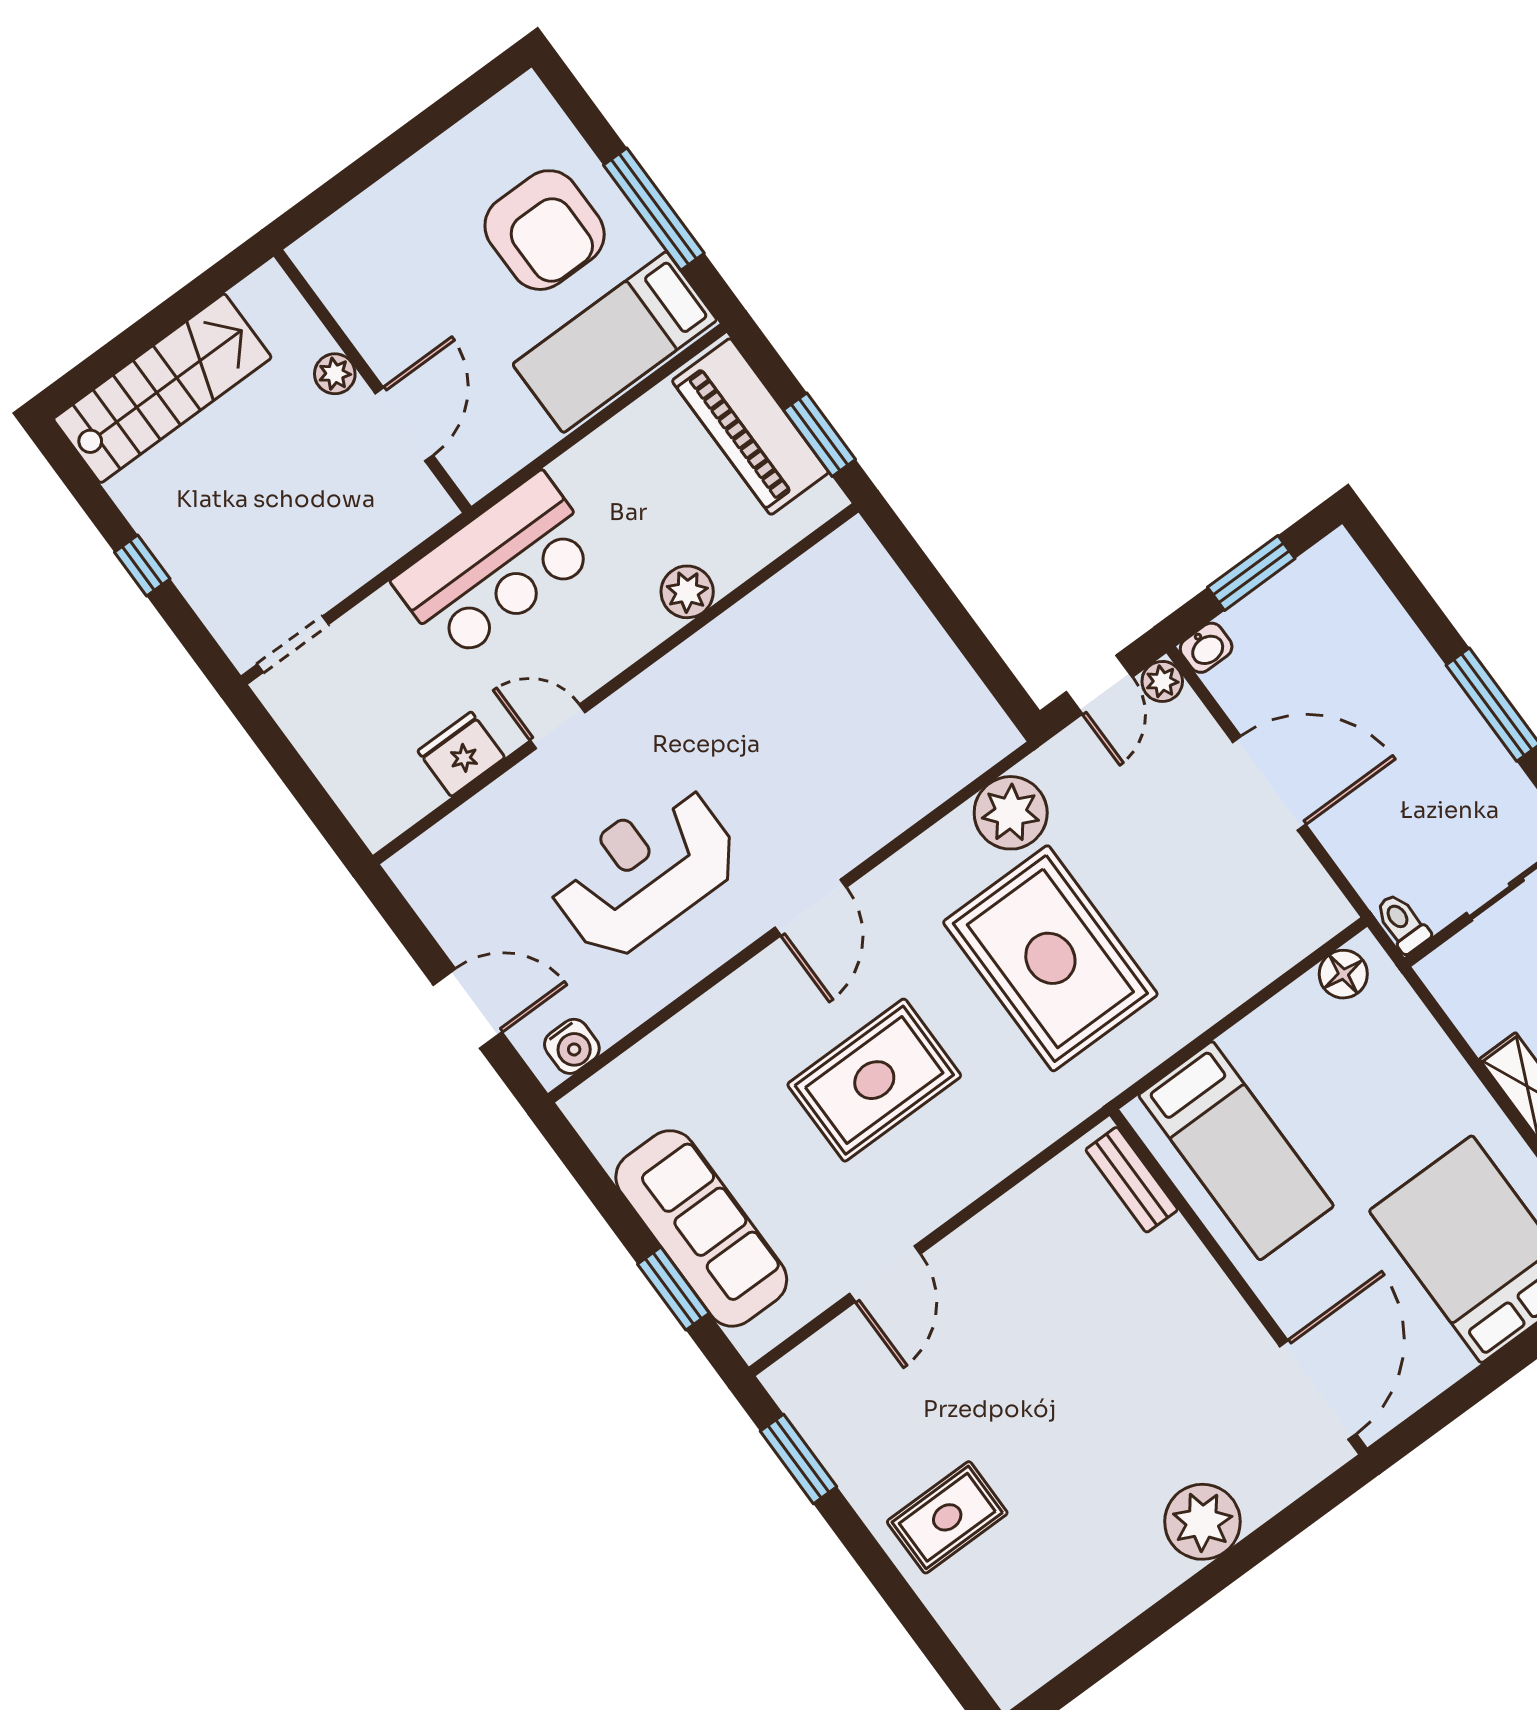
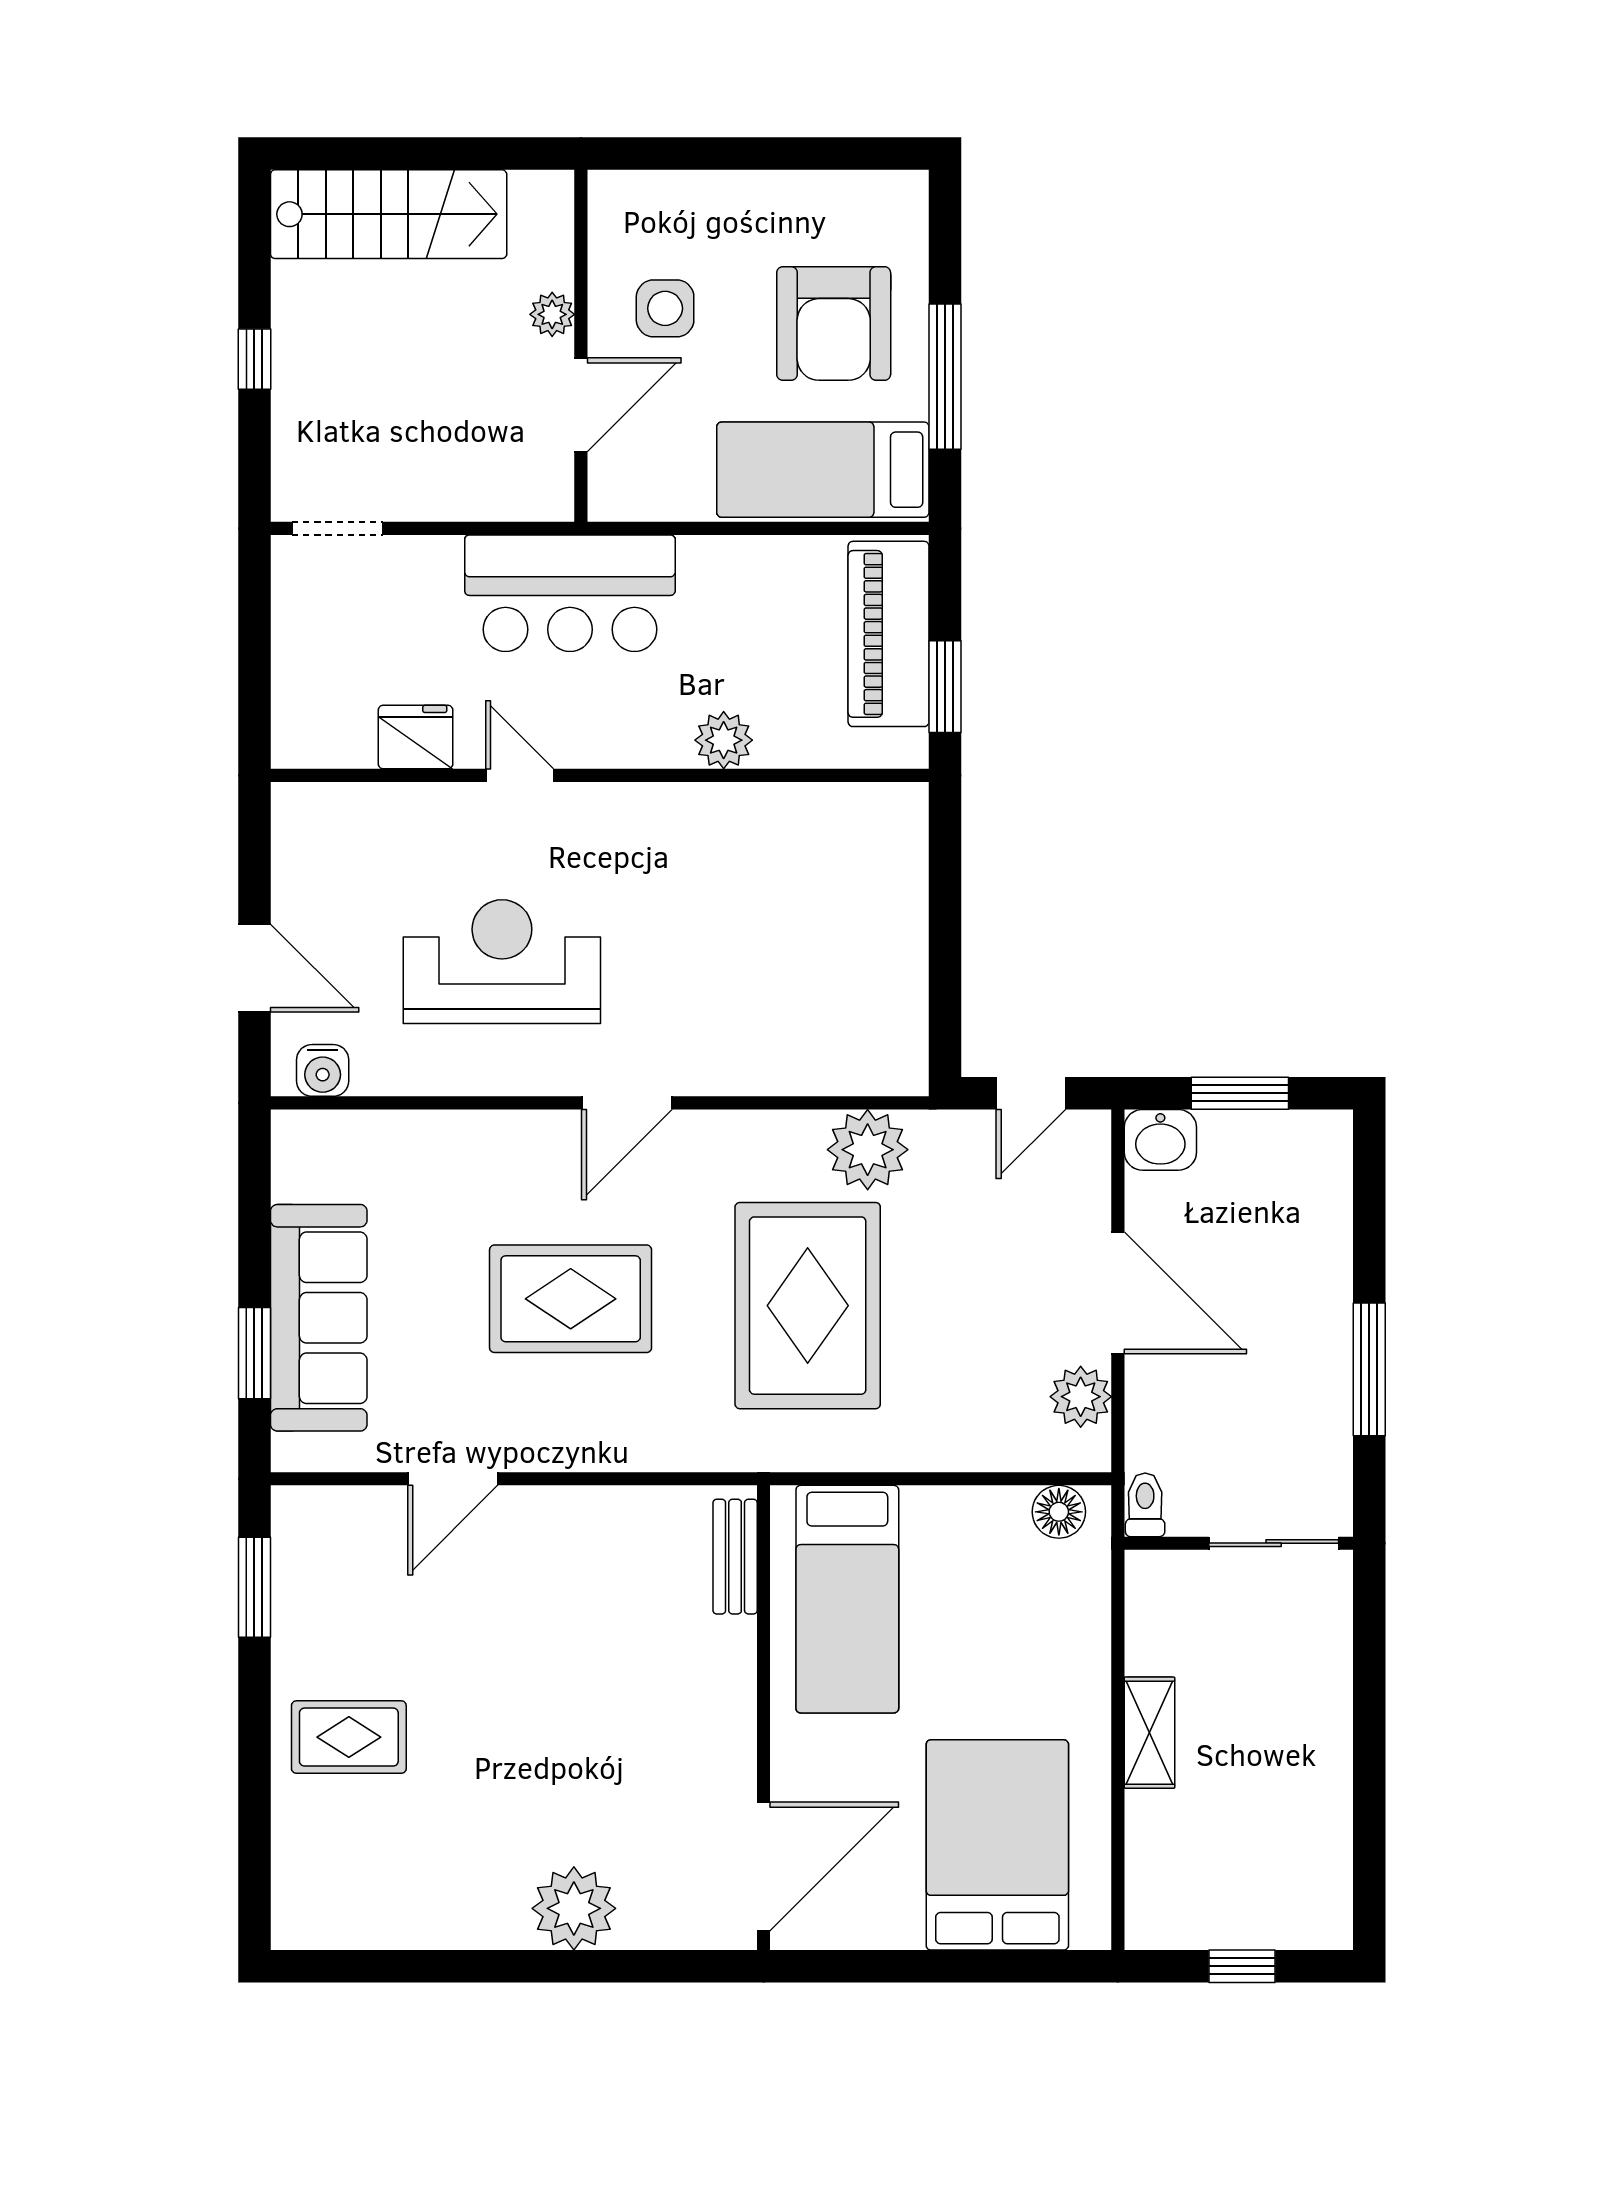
side table: (414, 309) -> (665, 308), added
washbasin: (1206, 648) -> (1160, 1140), width x1.38, depth x1.45
plant: (1162, 681) -> (1081, 1397), moved, width x1.38, depth x1.38

